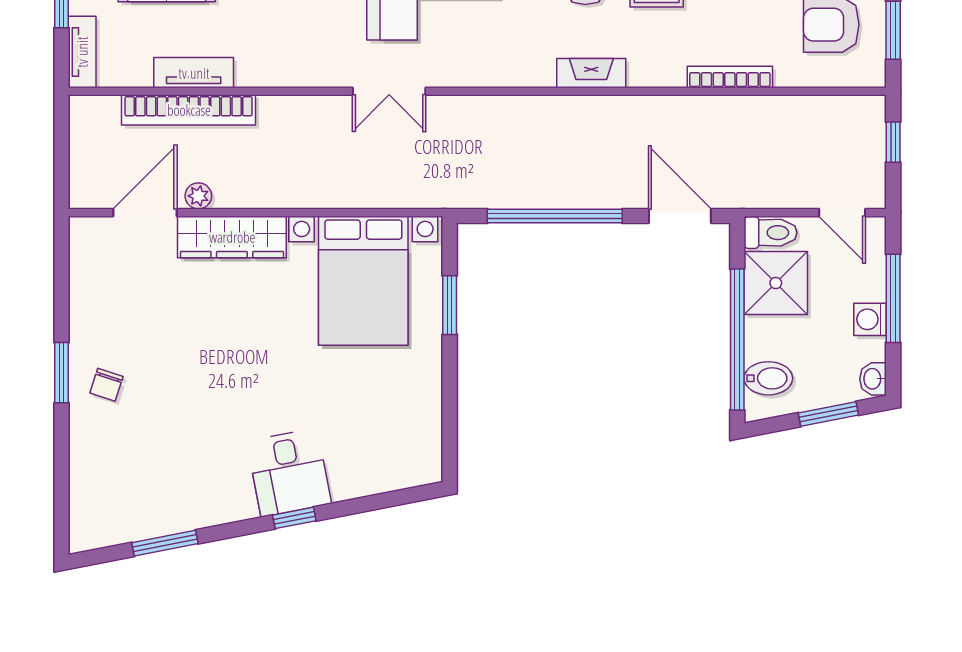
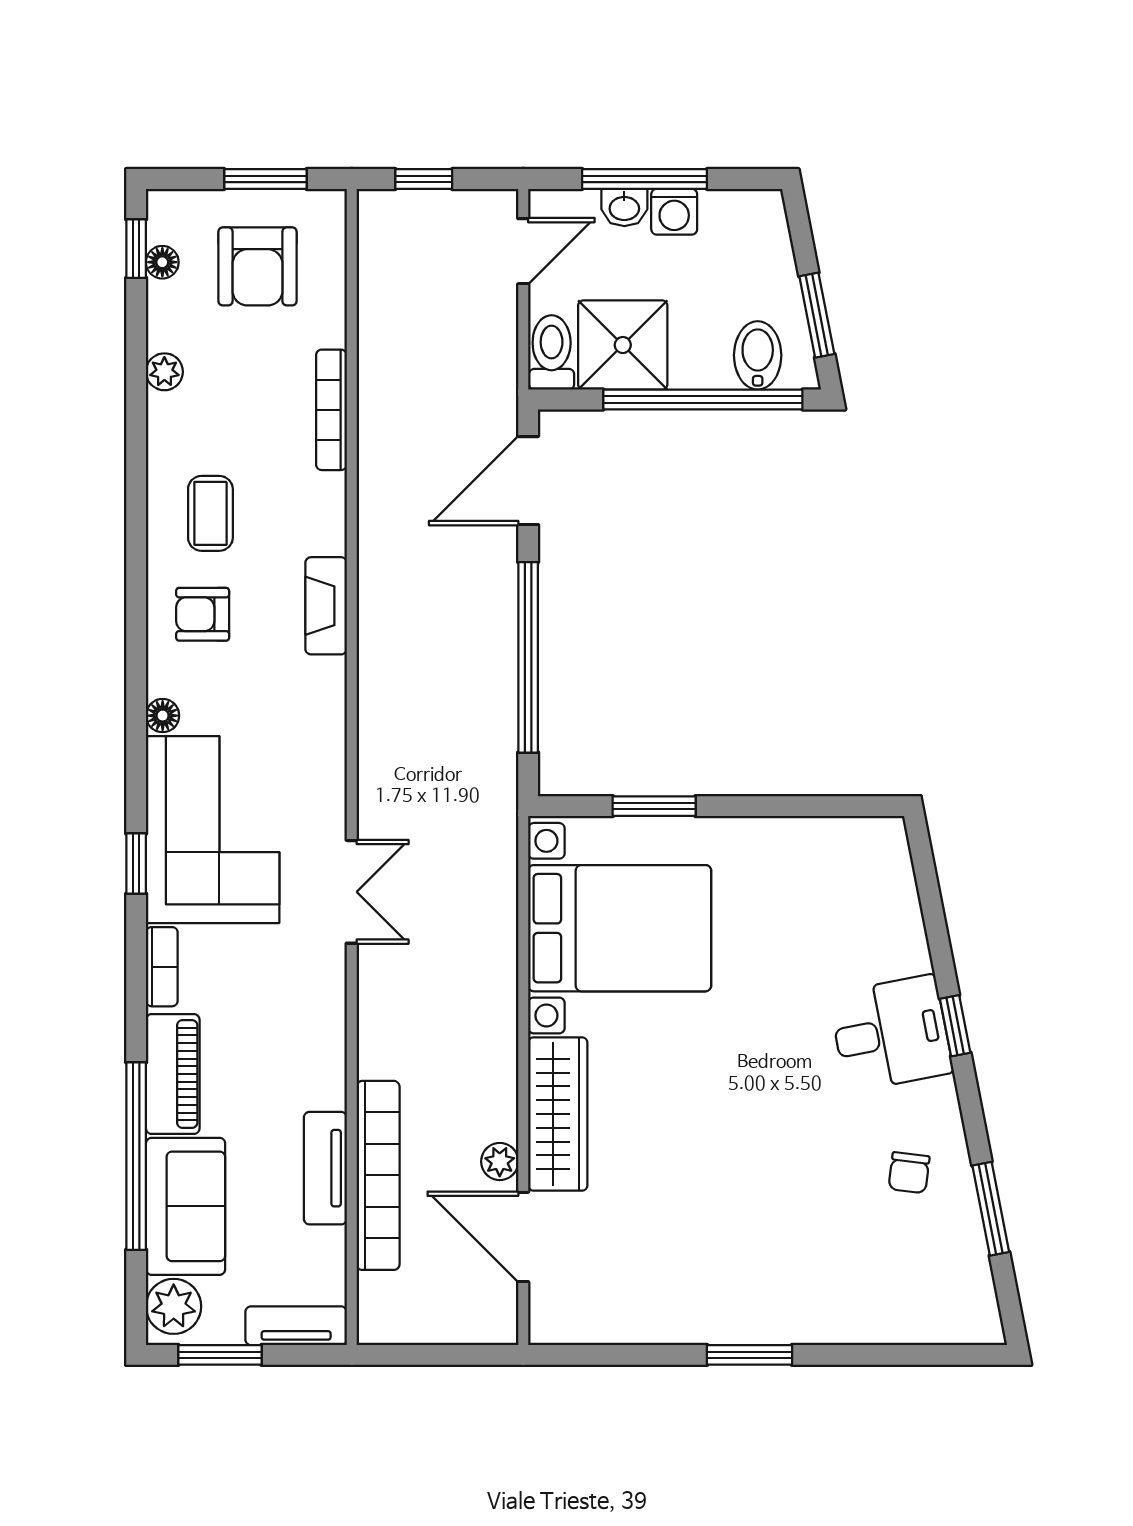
washbasin: (873, 379) -> (624, 207), moved
chair: (106, 385) -> (909, 1173), moved, turned 79
window: (828, 414) -> (817, 315), moved

